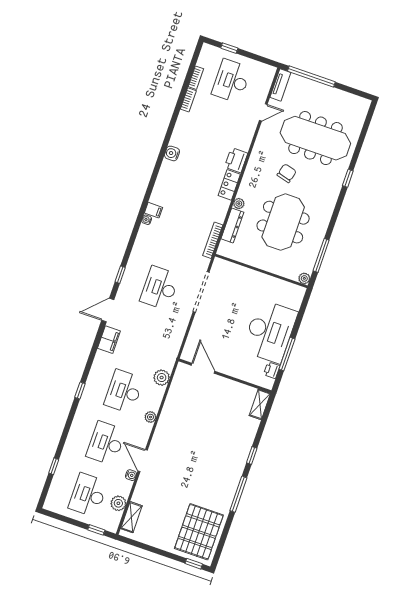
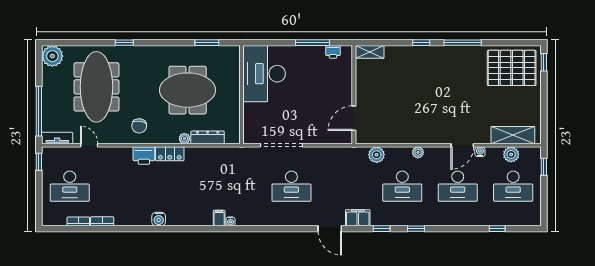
window: (229, 48) -> (39, 162), moved
chair: (287, 173) -> (139, 126), moved, turned -99
bookcase: (213, 240) -> (228, 151), removed
window: (321, 255) -> (207, 43), width x0.69
window: (120, 275) -> (382, 229), moved
plant: (304, 278) -> (52, 56), moved, width x1.88, depth x1.88
desk: (270, 331) -> (264, 74), moved, turned -90
shelving: (131, 517) -> (513, 135), width x1.50, depth x1.33

